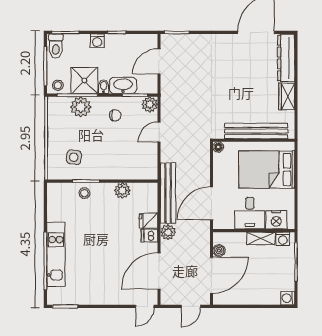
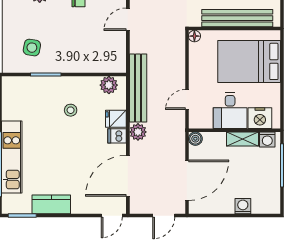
plant: (122, 190) -> (109, 85), moved
stool: (84, 193) -> (71, 110), moved
door: (211, 203) -> (187, 99), width x0.53
boiler: (219, 250) -> (195, 139), moved
kitchen counter: (91, 296) -> (51, 204), added
washing machine: (288, 298) -> (243, 206), moved, turned 90

